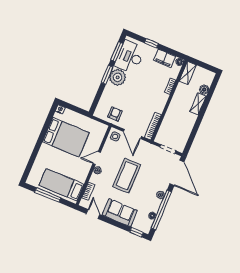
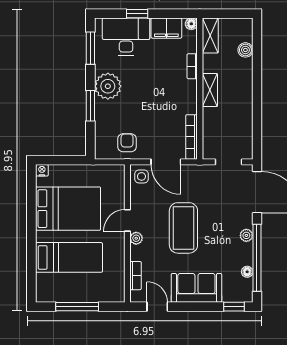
desk: (130, 57) -> (126, 37), moved, turned 90
window: (107, 75) -> (90, 106), moved
shelving: (198, 104) -> (210, 90), moved
bed: (62, 185) -> (69, 257), moved, turned 180

